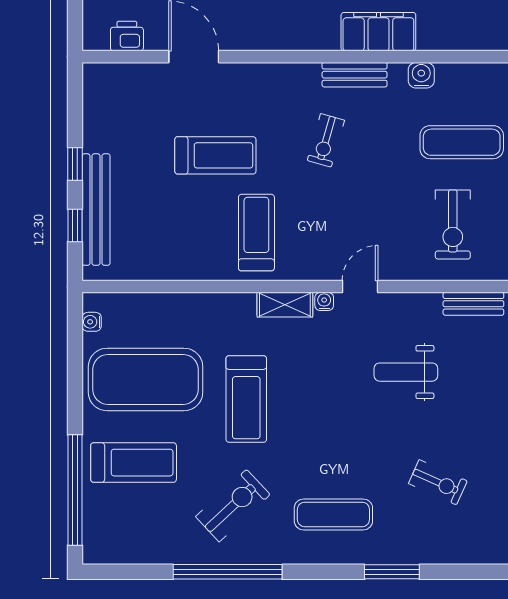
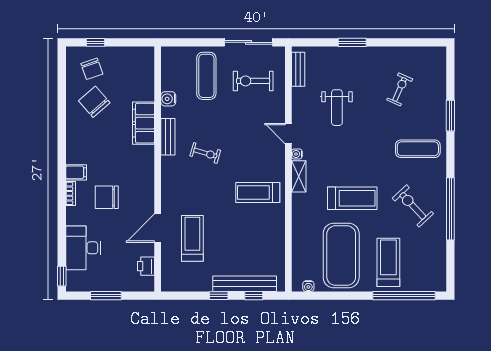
treadmill: (215, 155) -> (192, 238), moved
exercise bike: (453, 224) -> (253, 81), turned 180
exercise mat: (333, 514) -> (418, 149), turned 90

